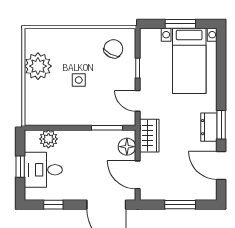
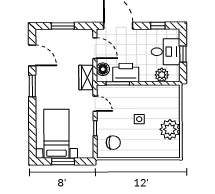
chair: (113, 49) -> (113, 143), turned -118
dresser: (209, 127) -> (41, 84), removed
printer: (96, 142) -> (126, 73), added

